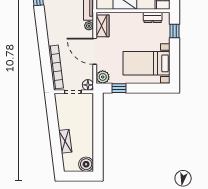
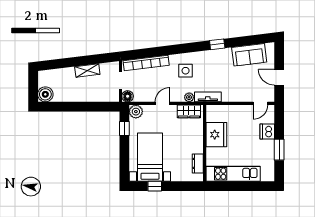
side table: (63, 29) -> (186, 71), added
window: (174, 31) -> (155, 186), moved
door: (95, 51) -> (162, 103), width x0.53
shelving: (65, 141) -> (87, 70), moved

